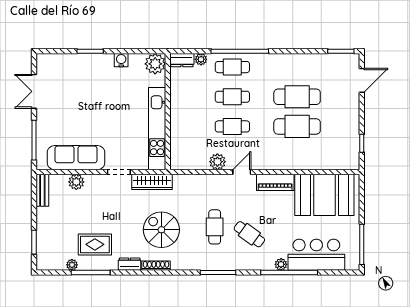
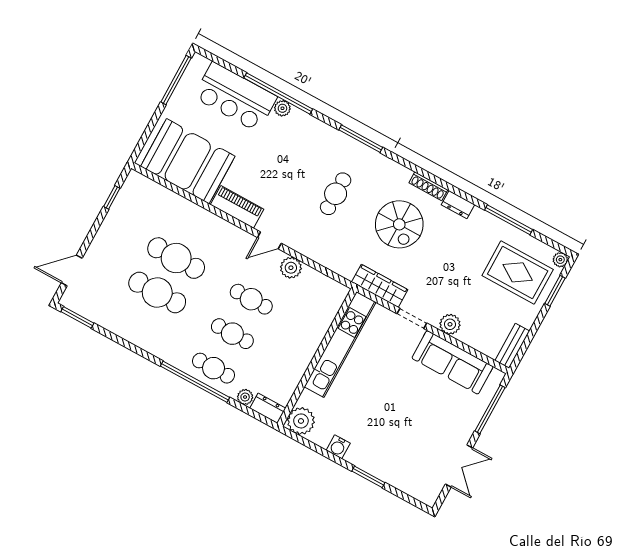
plant: (76, 182) -> (450, 324), moved
cafe table: (249, 234) -> (300, 163), removed
rug: (95, 244) -> (518, 272), moved, width x1.36, depth x1.43
plant: (72, 265) -> (560, 260), moved

